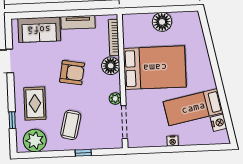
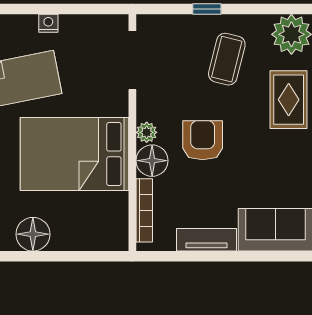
floor lamp: (162, 22) -> (33, 234), moved
armchair: (72, 73) -> (203, 140), moved, turned 80
plant: (115, 99) -> (147, 132), moved

